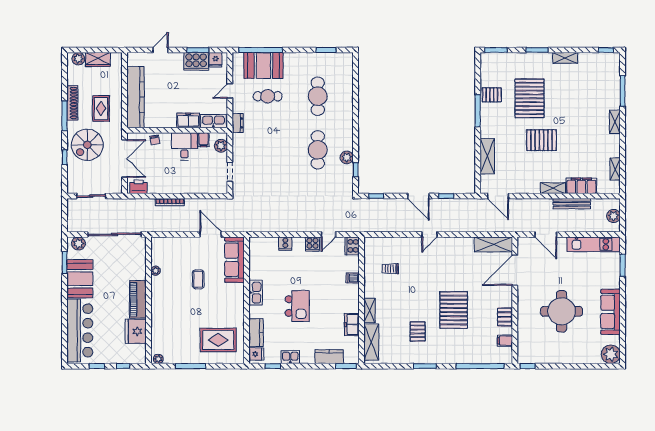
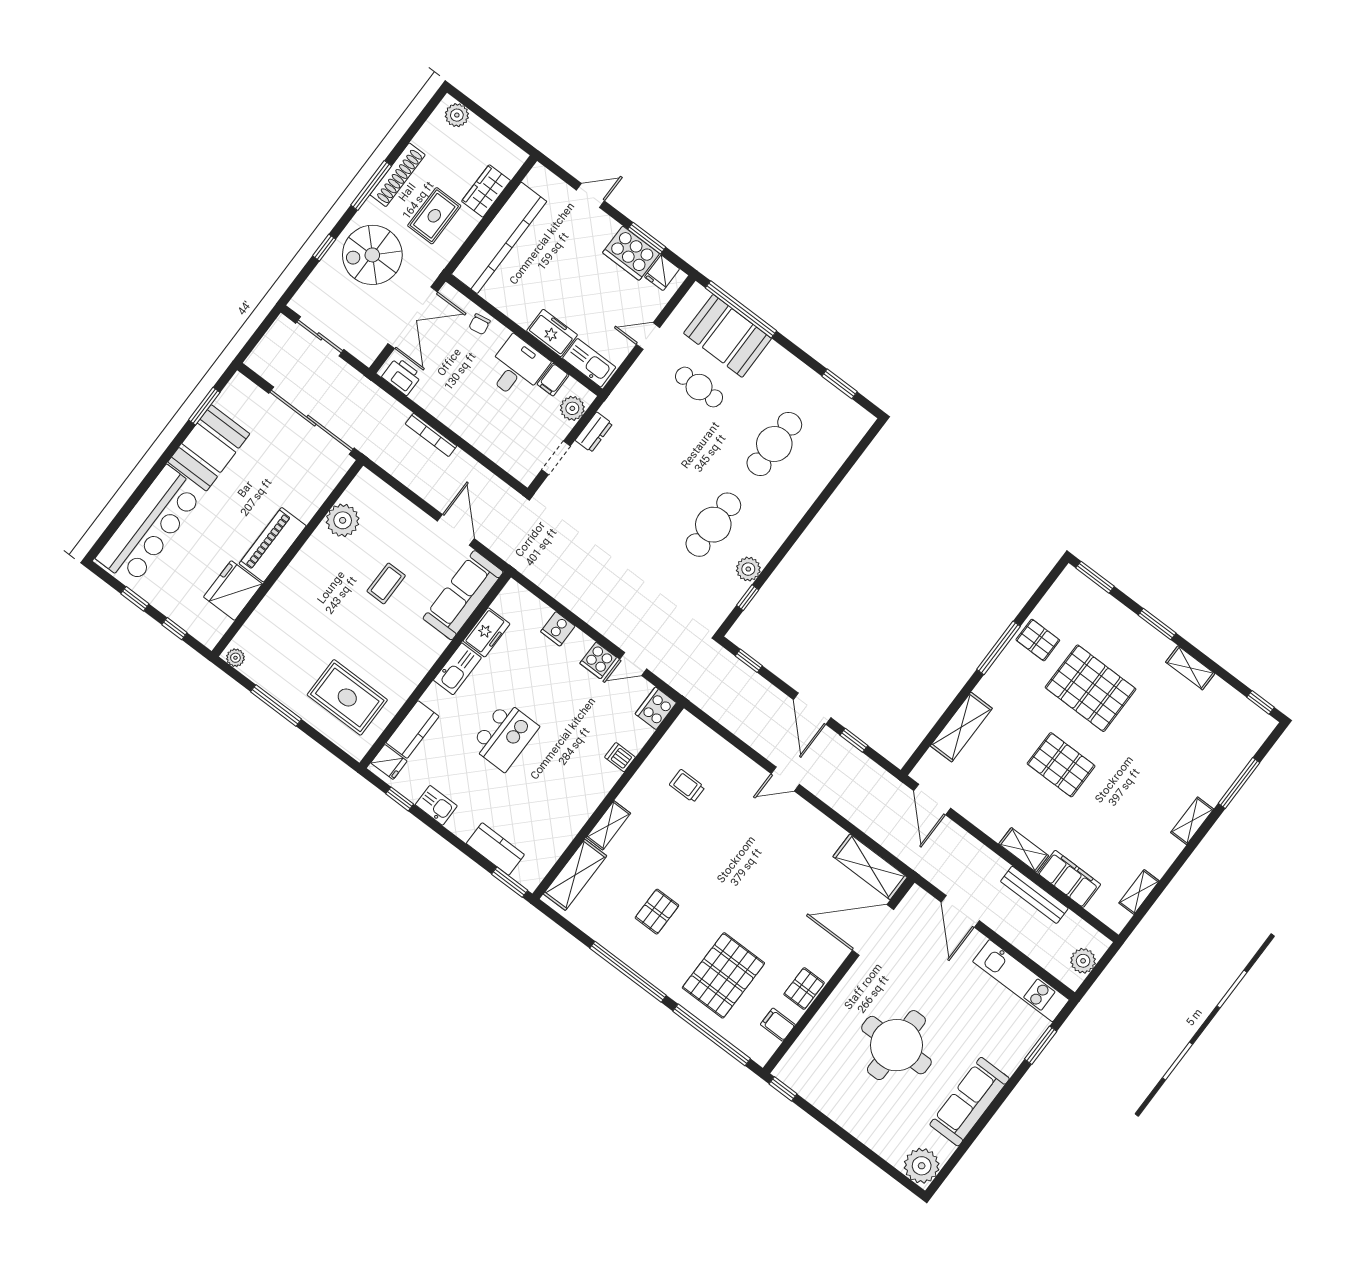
wardrobe: (98, 60) -> (486, 191), moved, turned 90
pallet: (529, 98) -> (1091, 688), turned 90
dresser: (238, 123) -> (594, 432), moved
plant: (78, 244) -> (247, 393), removed
plant: (156, 271) -> (343, 520), width x1.88, depth x1.88
pallet: (454, 310) -> (723, 975), moved
freezer: (352, 325) -> (486, 632), moved, turned 180
window: (425, 366) -> (628, 972), width x2.11

